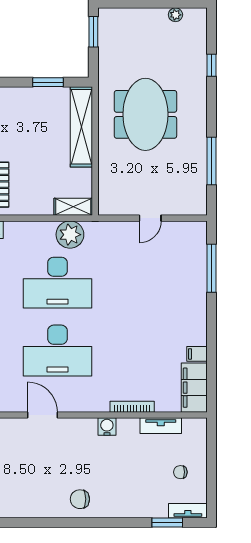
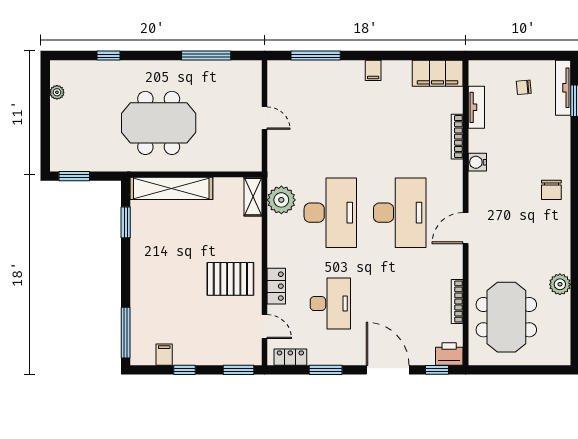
filing cabinet: (197, 354) -> (373, 70), moved
chair: (180, 472) -> (524, 87), turned 85
tv unit: (188, 511) -> (563, 88), width x1.41

